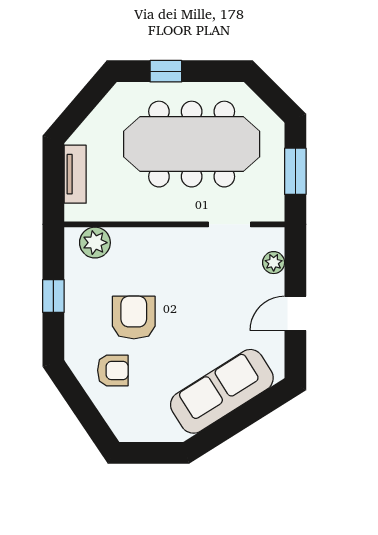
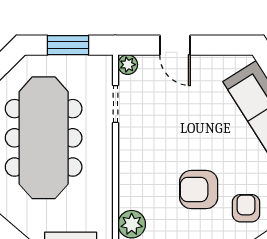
plant: (274, 263) -> (128, 65), moved
door: (295, 313) -> (175, 45), moved

